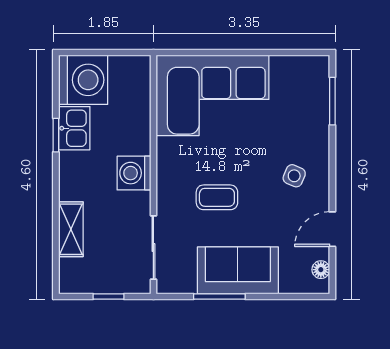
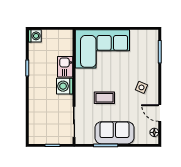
washing machine: (83, 80) -> (35, 36), width x0.53, depth x0.53
kitchen sink: (74, 128) -> (65, 67), moved, turned 180
shelving: (71, 229) -> (34, 113), removed
door: (332, 229) -> (160, 113), hinge flipped

